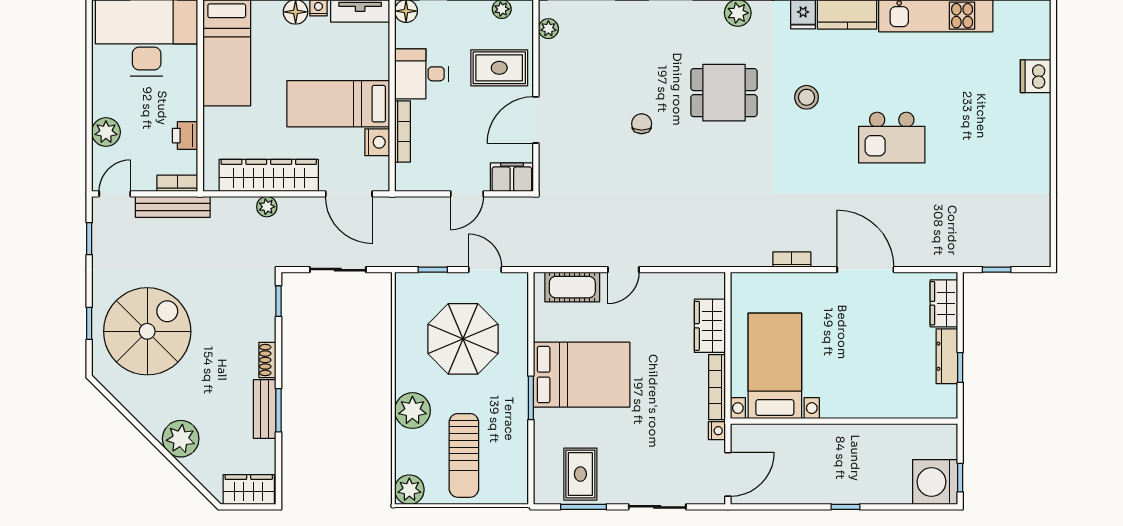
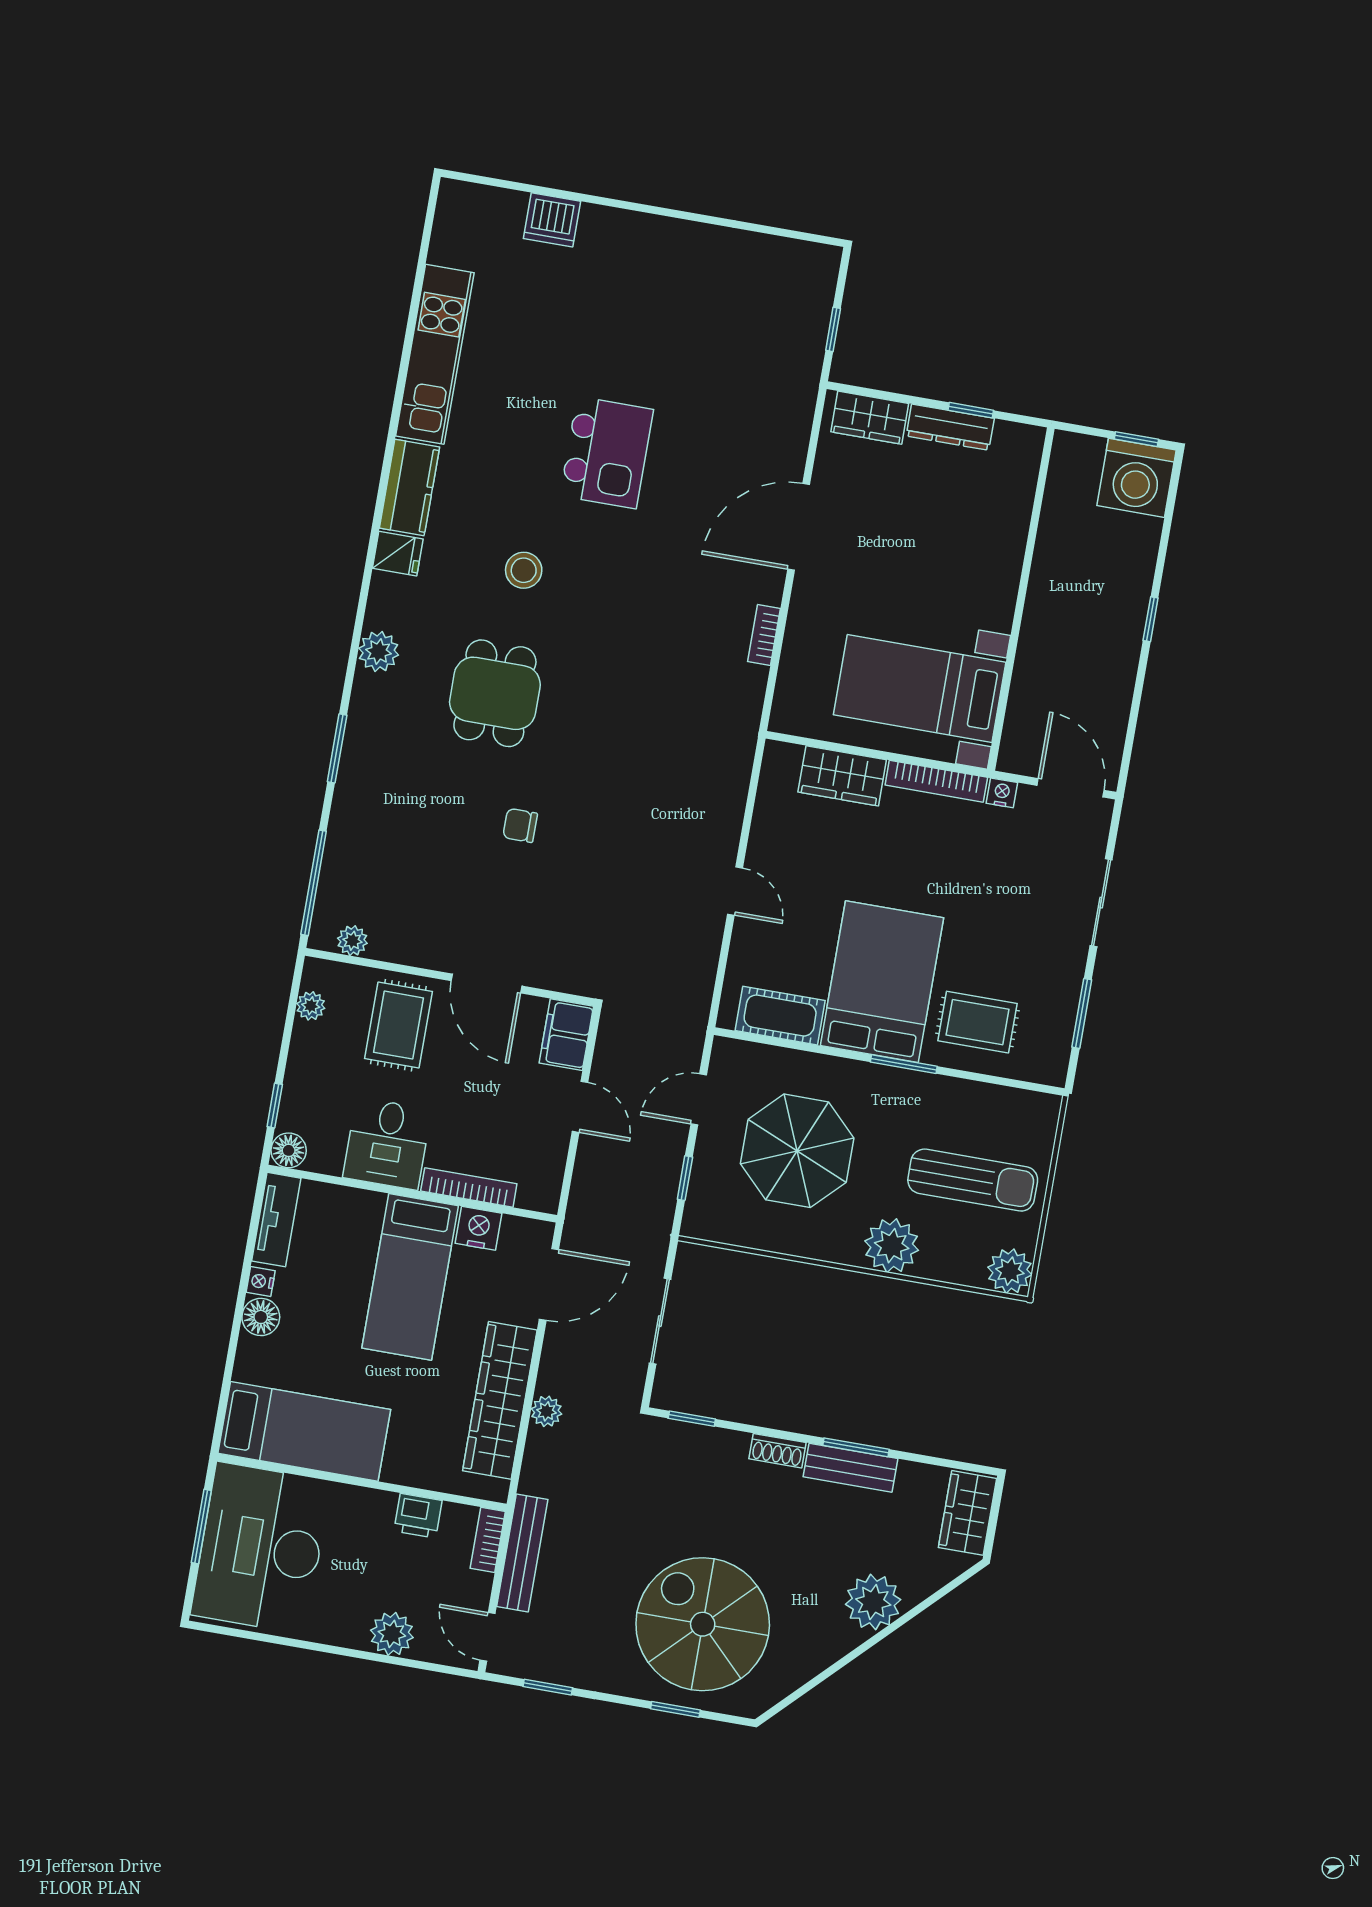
cot: (572, 287) -> (780, 1016), moved, turned 90
rug: (580, 474) -> (978, 1022), moved

